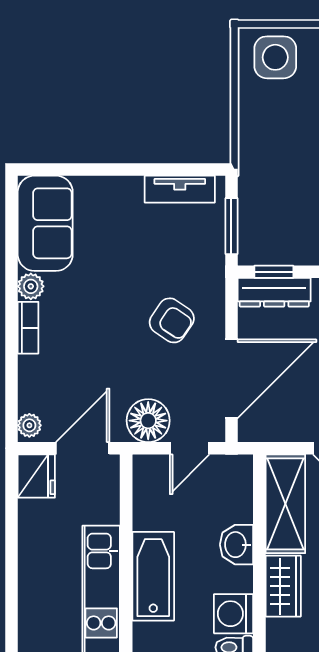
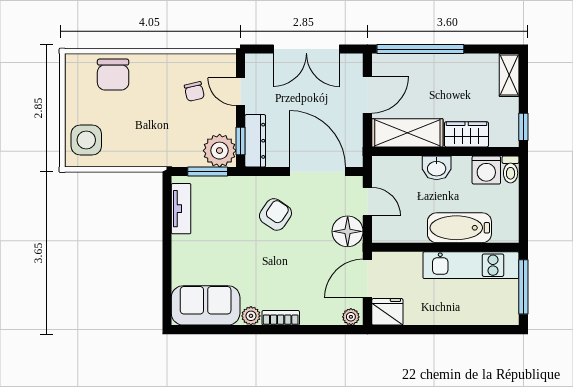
plant: (261, 243) -> (220, 151), added
door: (83, 448) -> (367, 278), hinge flipped

